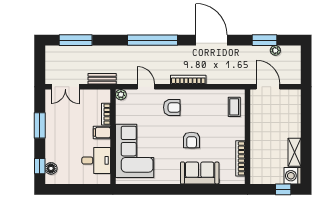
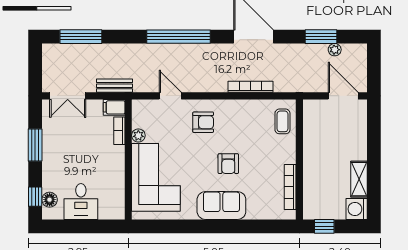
bookcase: (188, 80) -> (251, 87), moved
door: (268, 87) -> (343, 96), moved
plant: (121, 95) -> (138, 135), moved
filing cabinet: (102, 133) -> (114, 107), moved
desk: (96, 160) -> (81, 201), moved, turned 90
sofa: (200, 173) -> (221, 205), moved
window: (283, 189) -> (324, 226), moved

